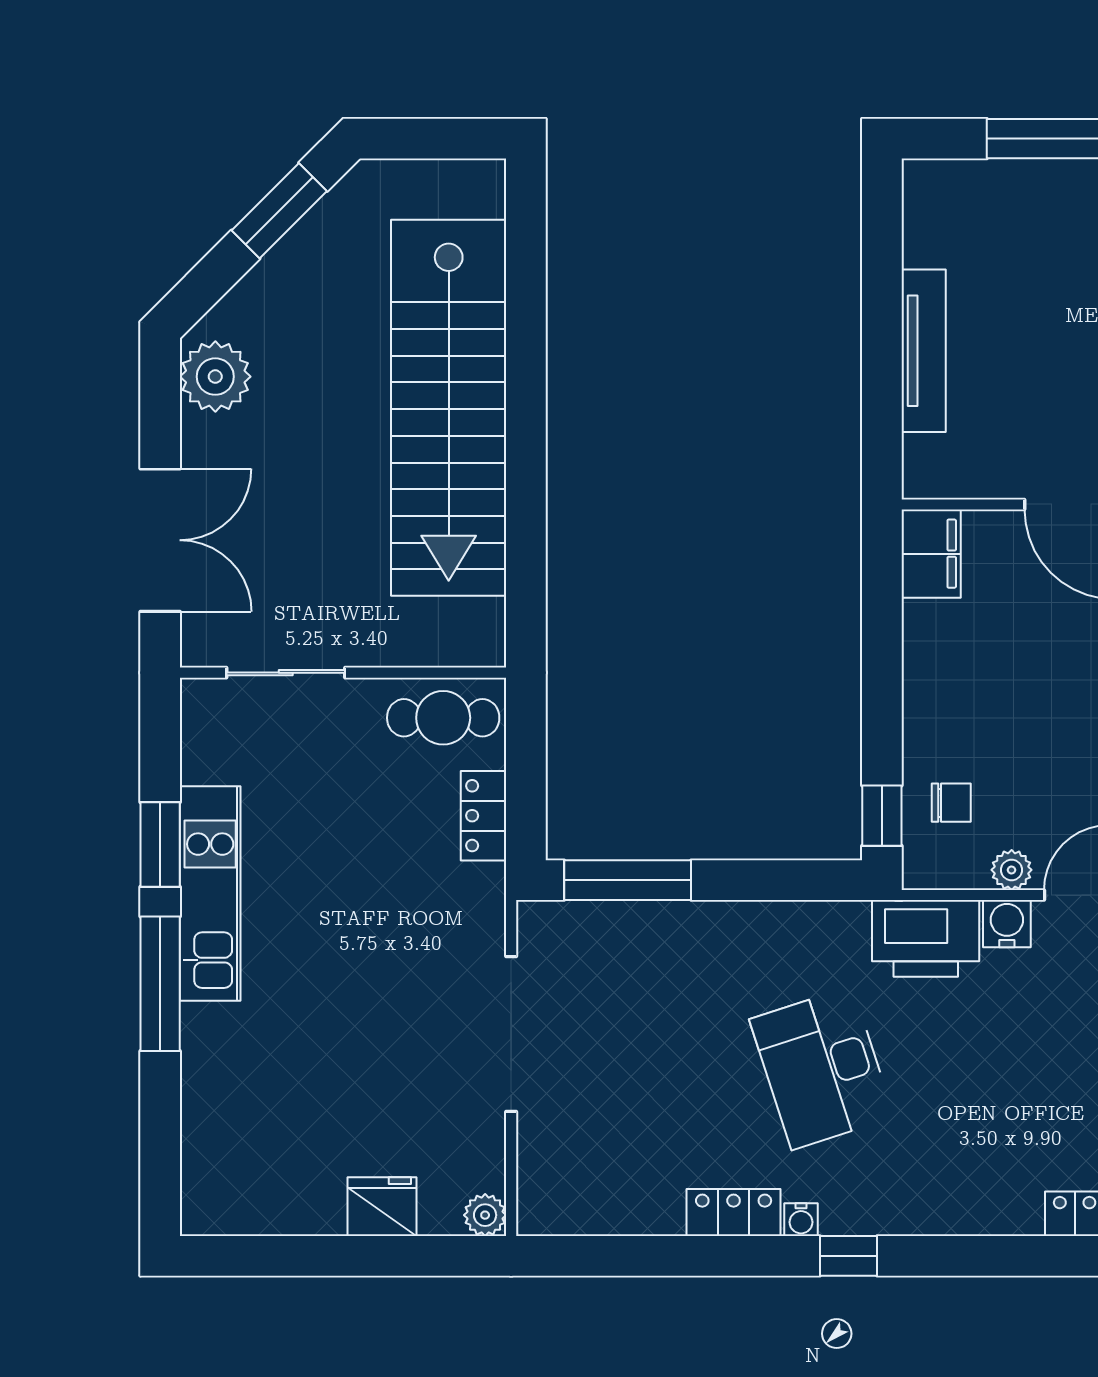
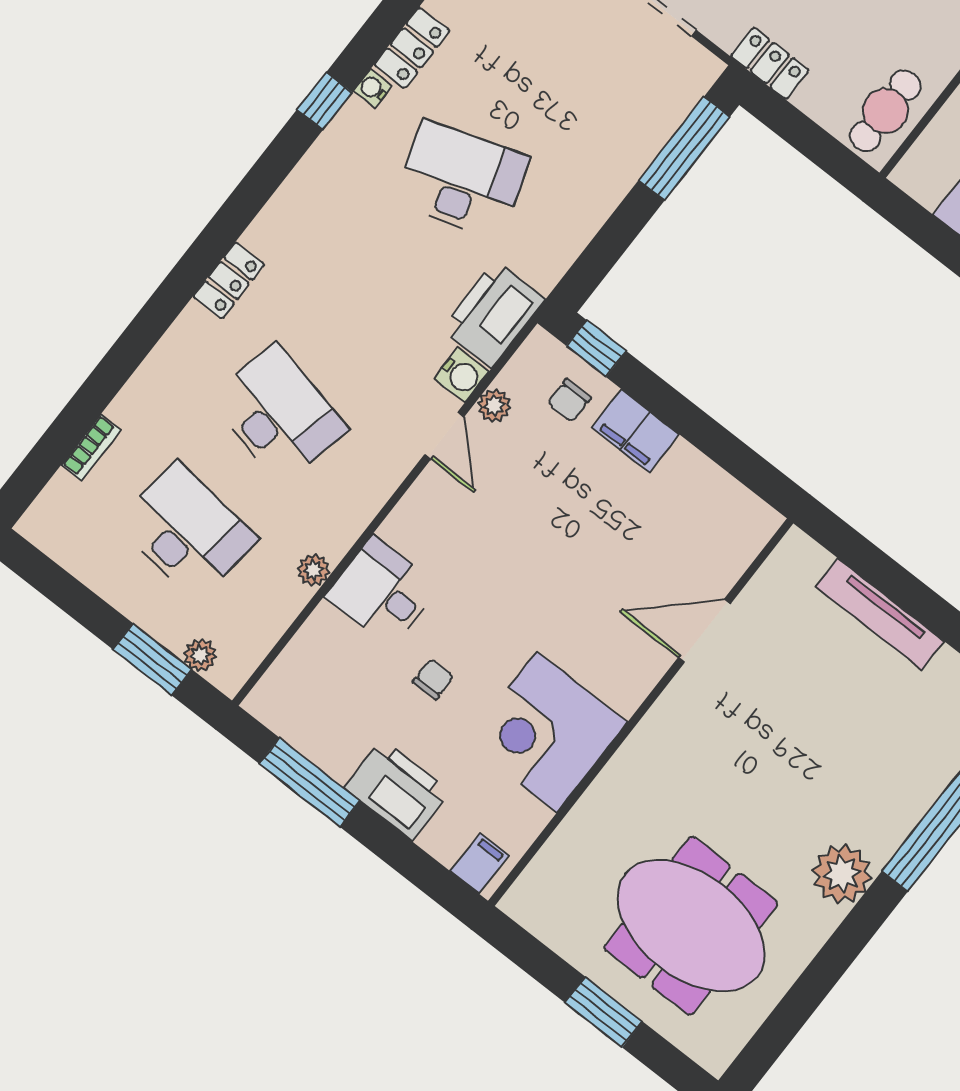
filing cabinet: (931, 554) -> (635, 431), moved
locker: (483, 816) -> (770, 63), moved

